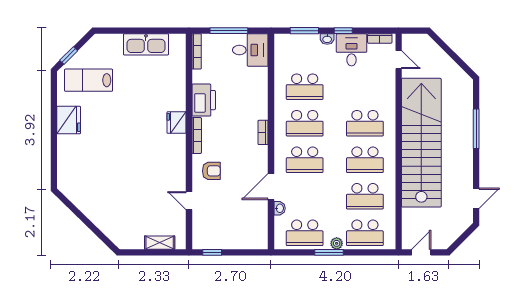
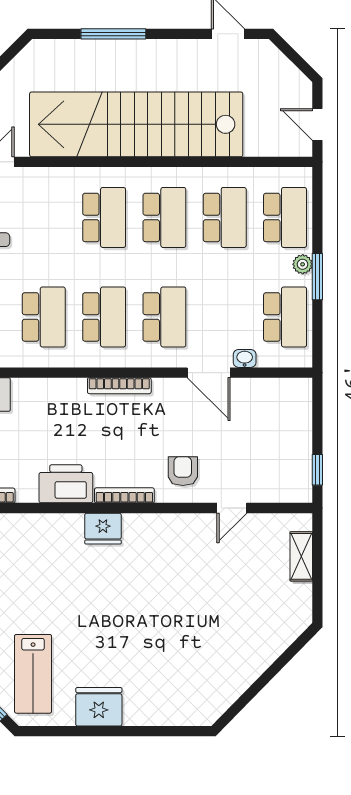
bookcase: (263, 132) -> (119, 386), width x1.56

